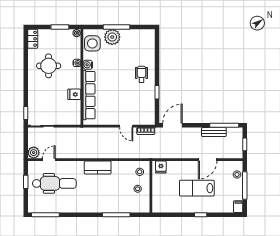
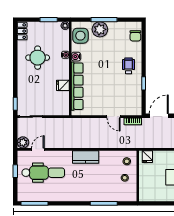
chair: (149, 44) -> (135, 36), added

